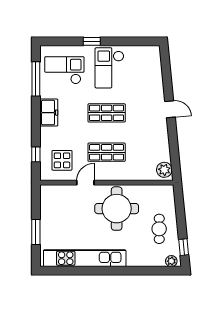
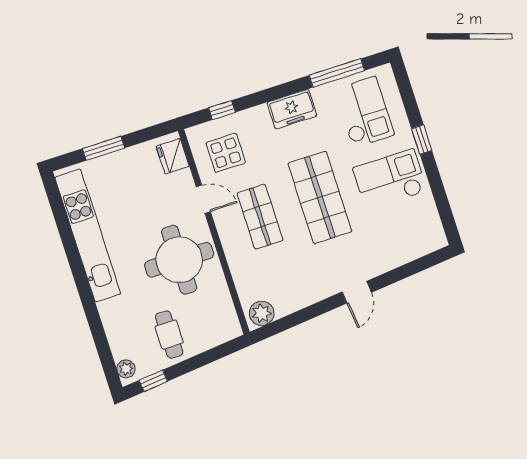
shop shelf: (107, 113) -> (320, 197), width x1.43, depth x1.36
fridge: (54, 192) -> (173, 156), added
cafe table: (159, 229) -> (169, 335), turned 90

